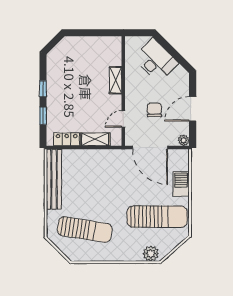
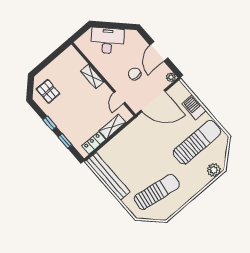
pallet: (66, 60) -> (48, 91), added

